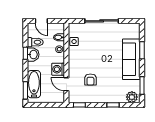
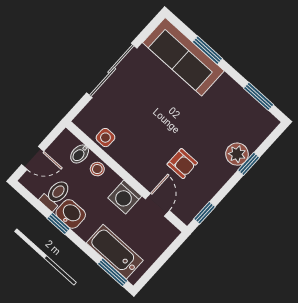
sofa: (131, 59) -> (183, 57), moved
door: (66, 84) -> (157, 205), swing flipped
plant: (132, 97) -> (237, 154), moved

